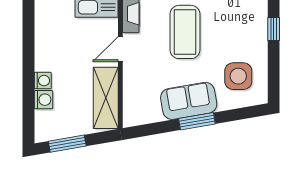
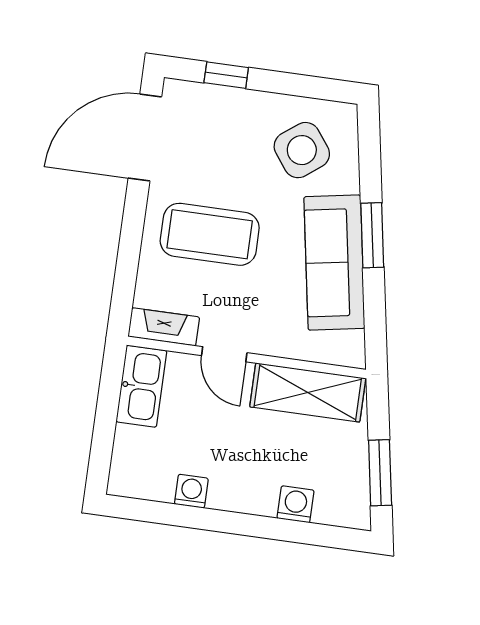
side table: (238, 76) -> (302, 150), turned -37
washing machine: (43, 81) -> (191, 491), moved
sofa: (189, 101) -> (334, 263), width x1.36

